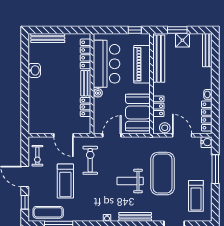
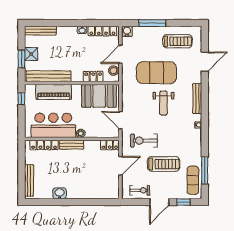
locker: (86, 107) -> (110, 145), moved

